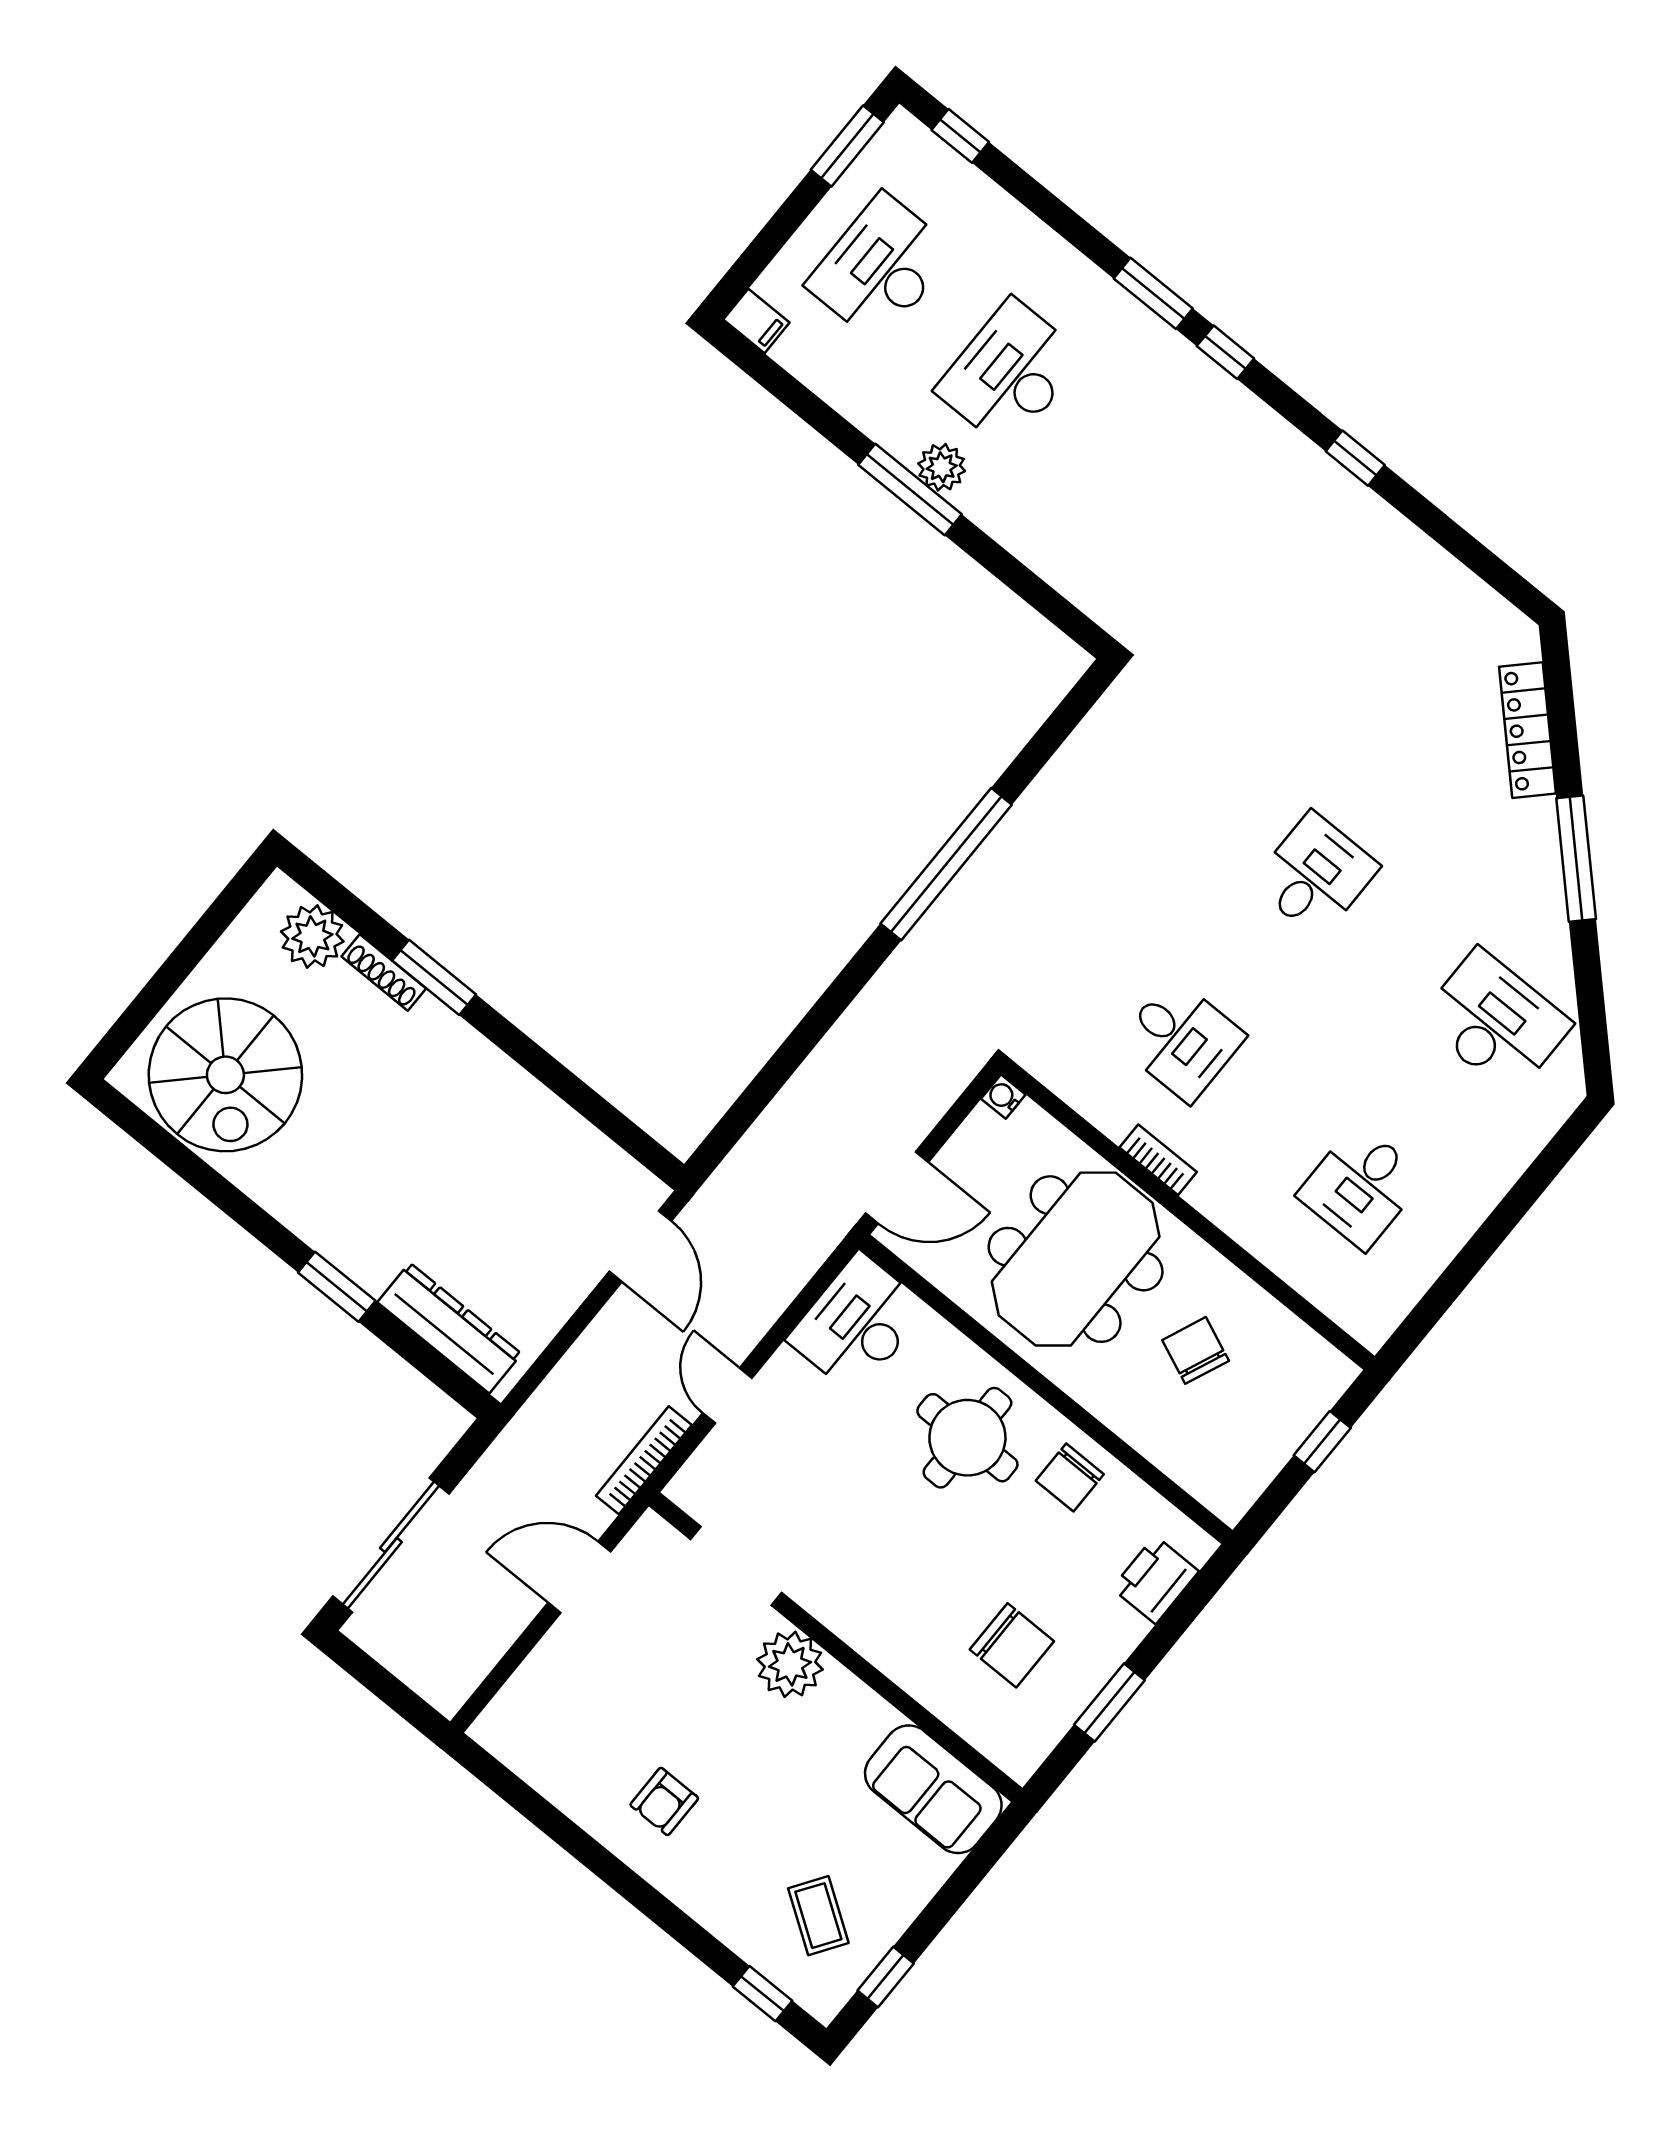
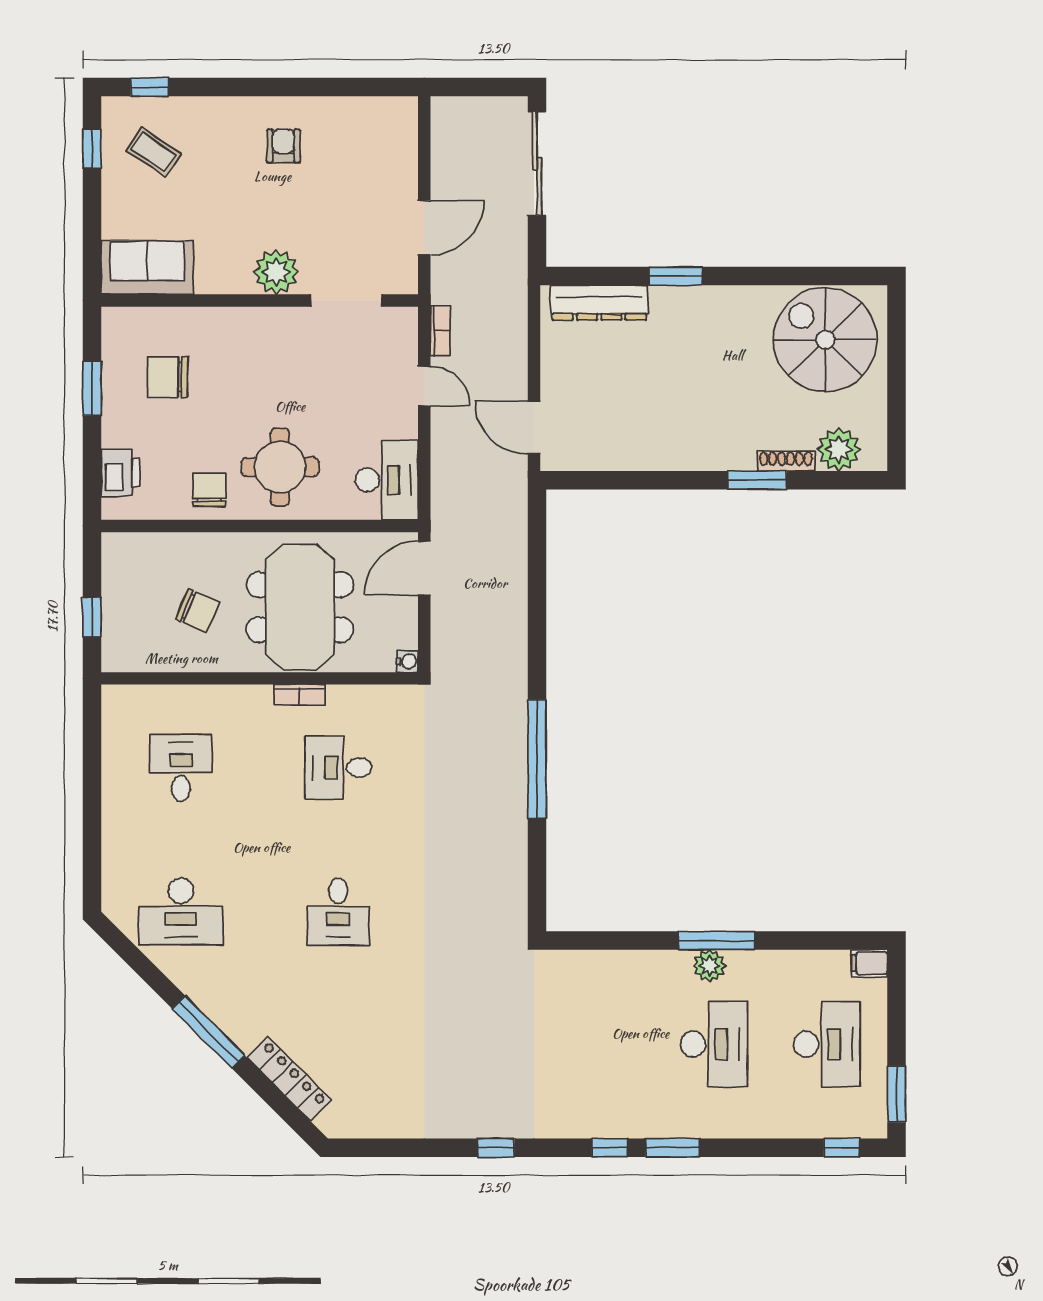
bookcase: (644, 1460) -> (440, 331), width x0.64

